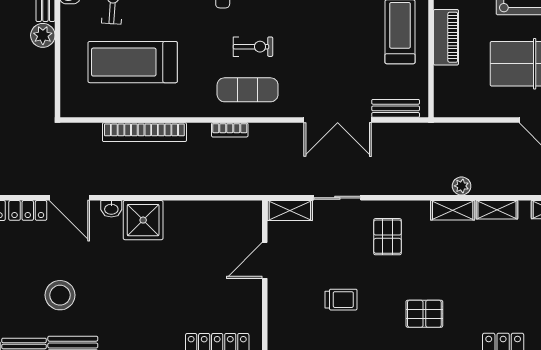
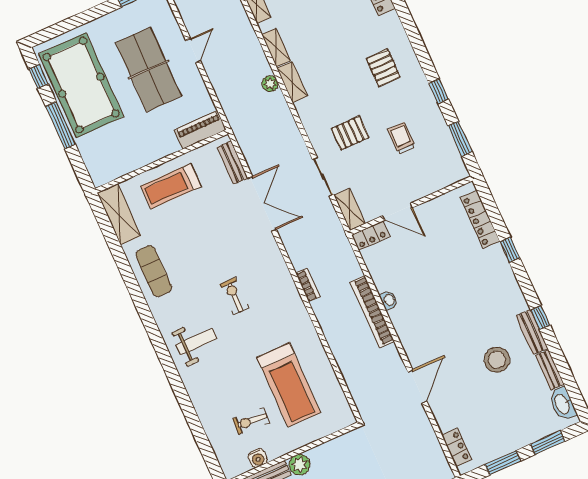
piano: (446, 37) -> (200, 130), moved
exercise mat: (248, 90) -> (270, 285), removed
bookcase: (144, 132) -> (372, 312), moved, turned 180
washbasin: (111, 209) -> (389, 300), moved
locker: (28, 210) -> (371, 236), moved, turned 90
shower: (143, 220) -> (409, 321), removed
pallet: (388, 237) -> (350, 133), moved

